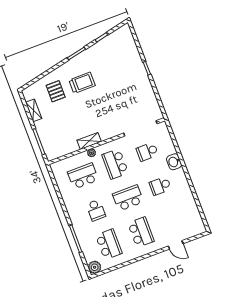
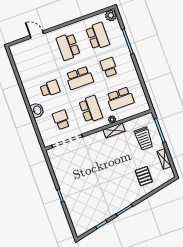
trolley: (82, 83) -> (144, 139), moved, turned -90
school desk: (147, 152) -> (61, 120), turned -90
school desk: (109, 244) -> (98, 36), turned 180

